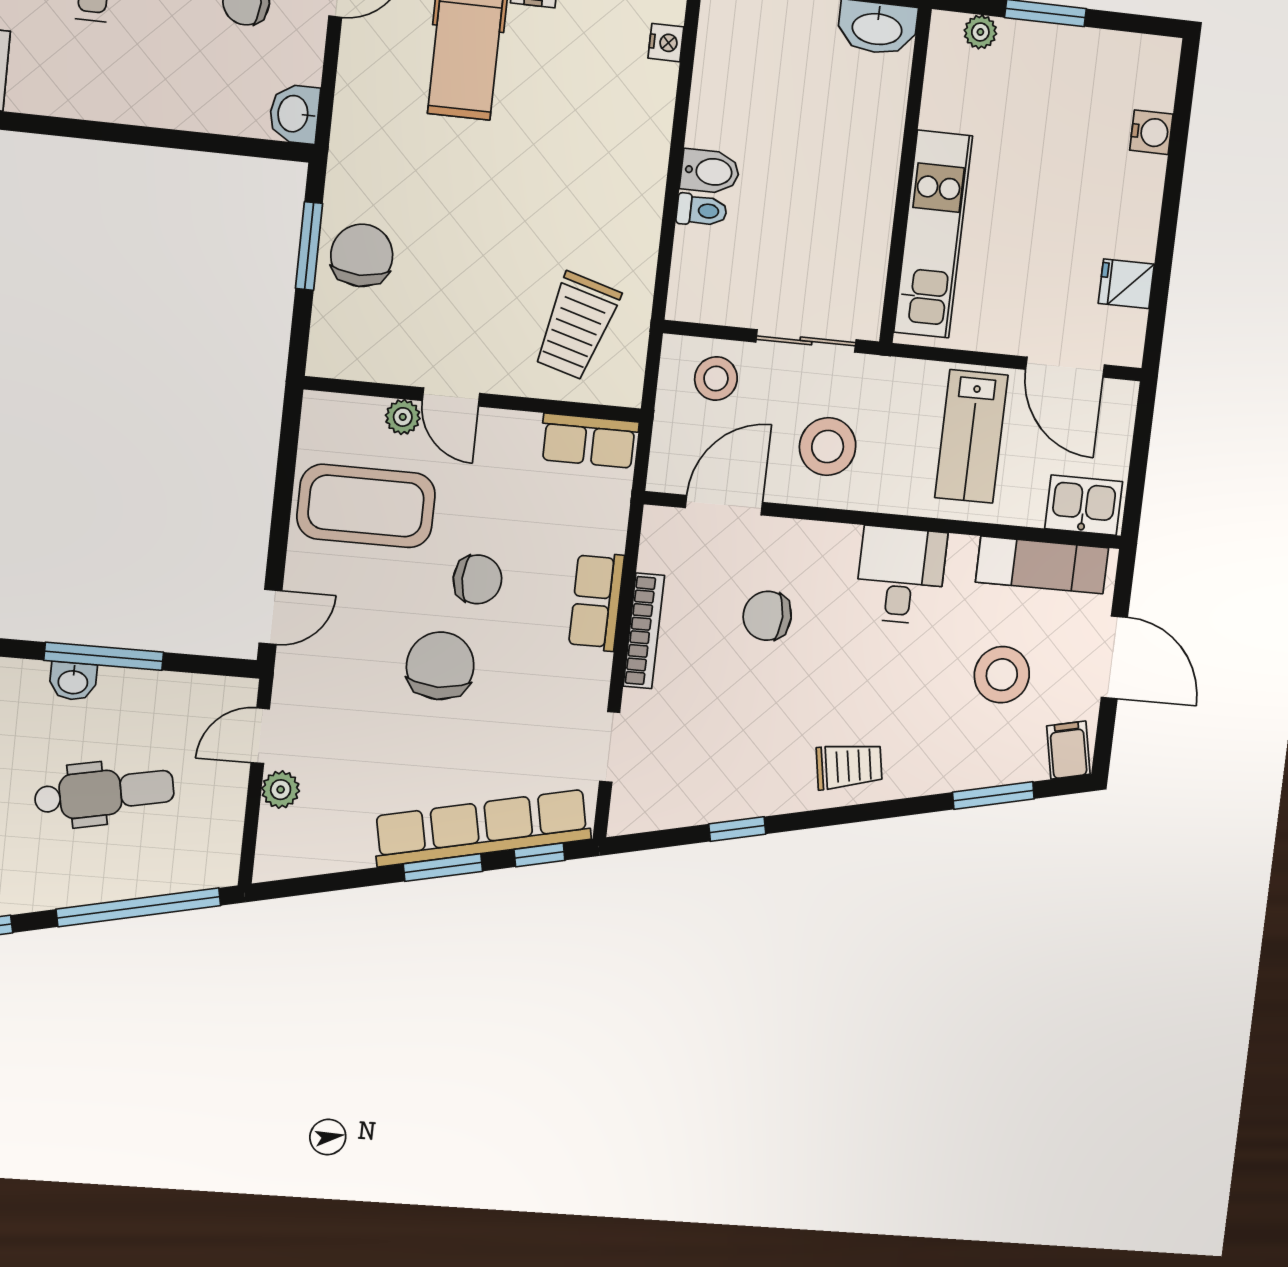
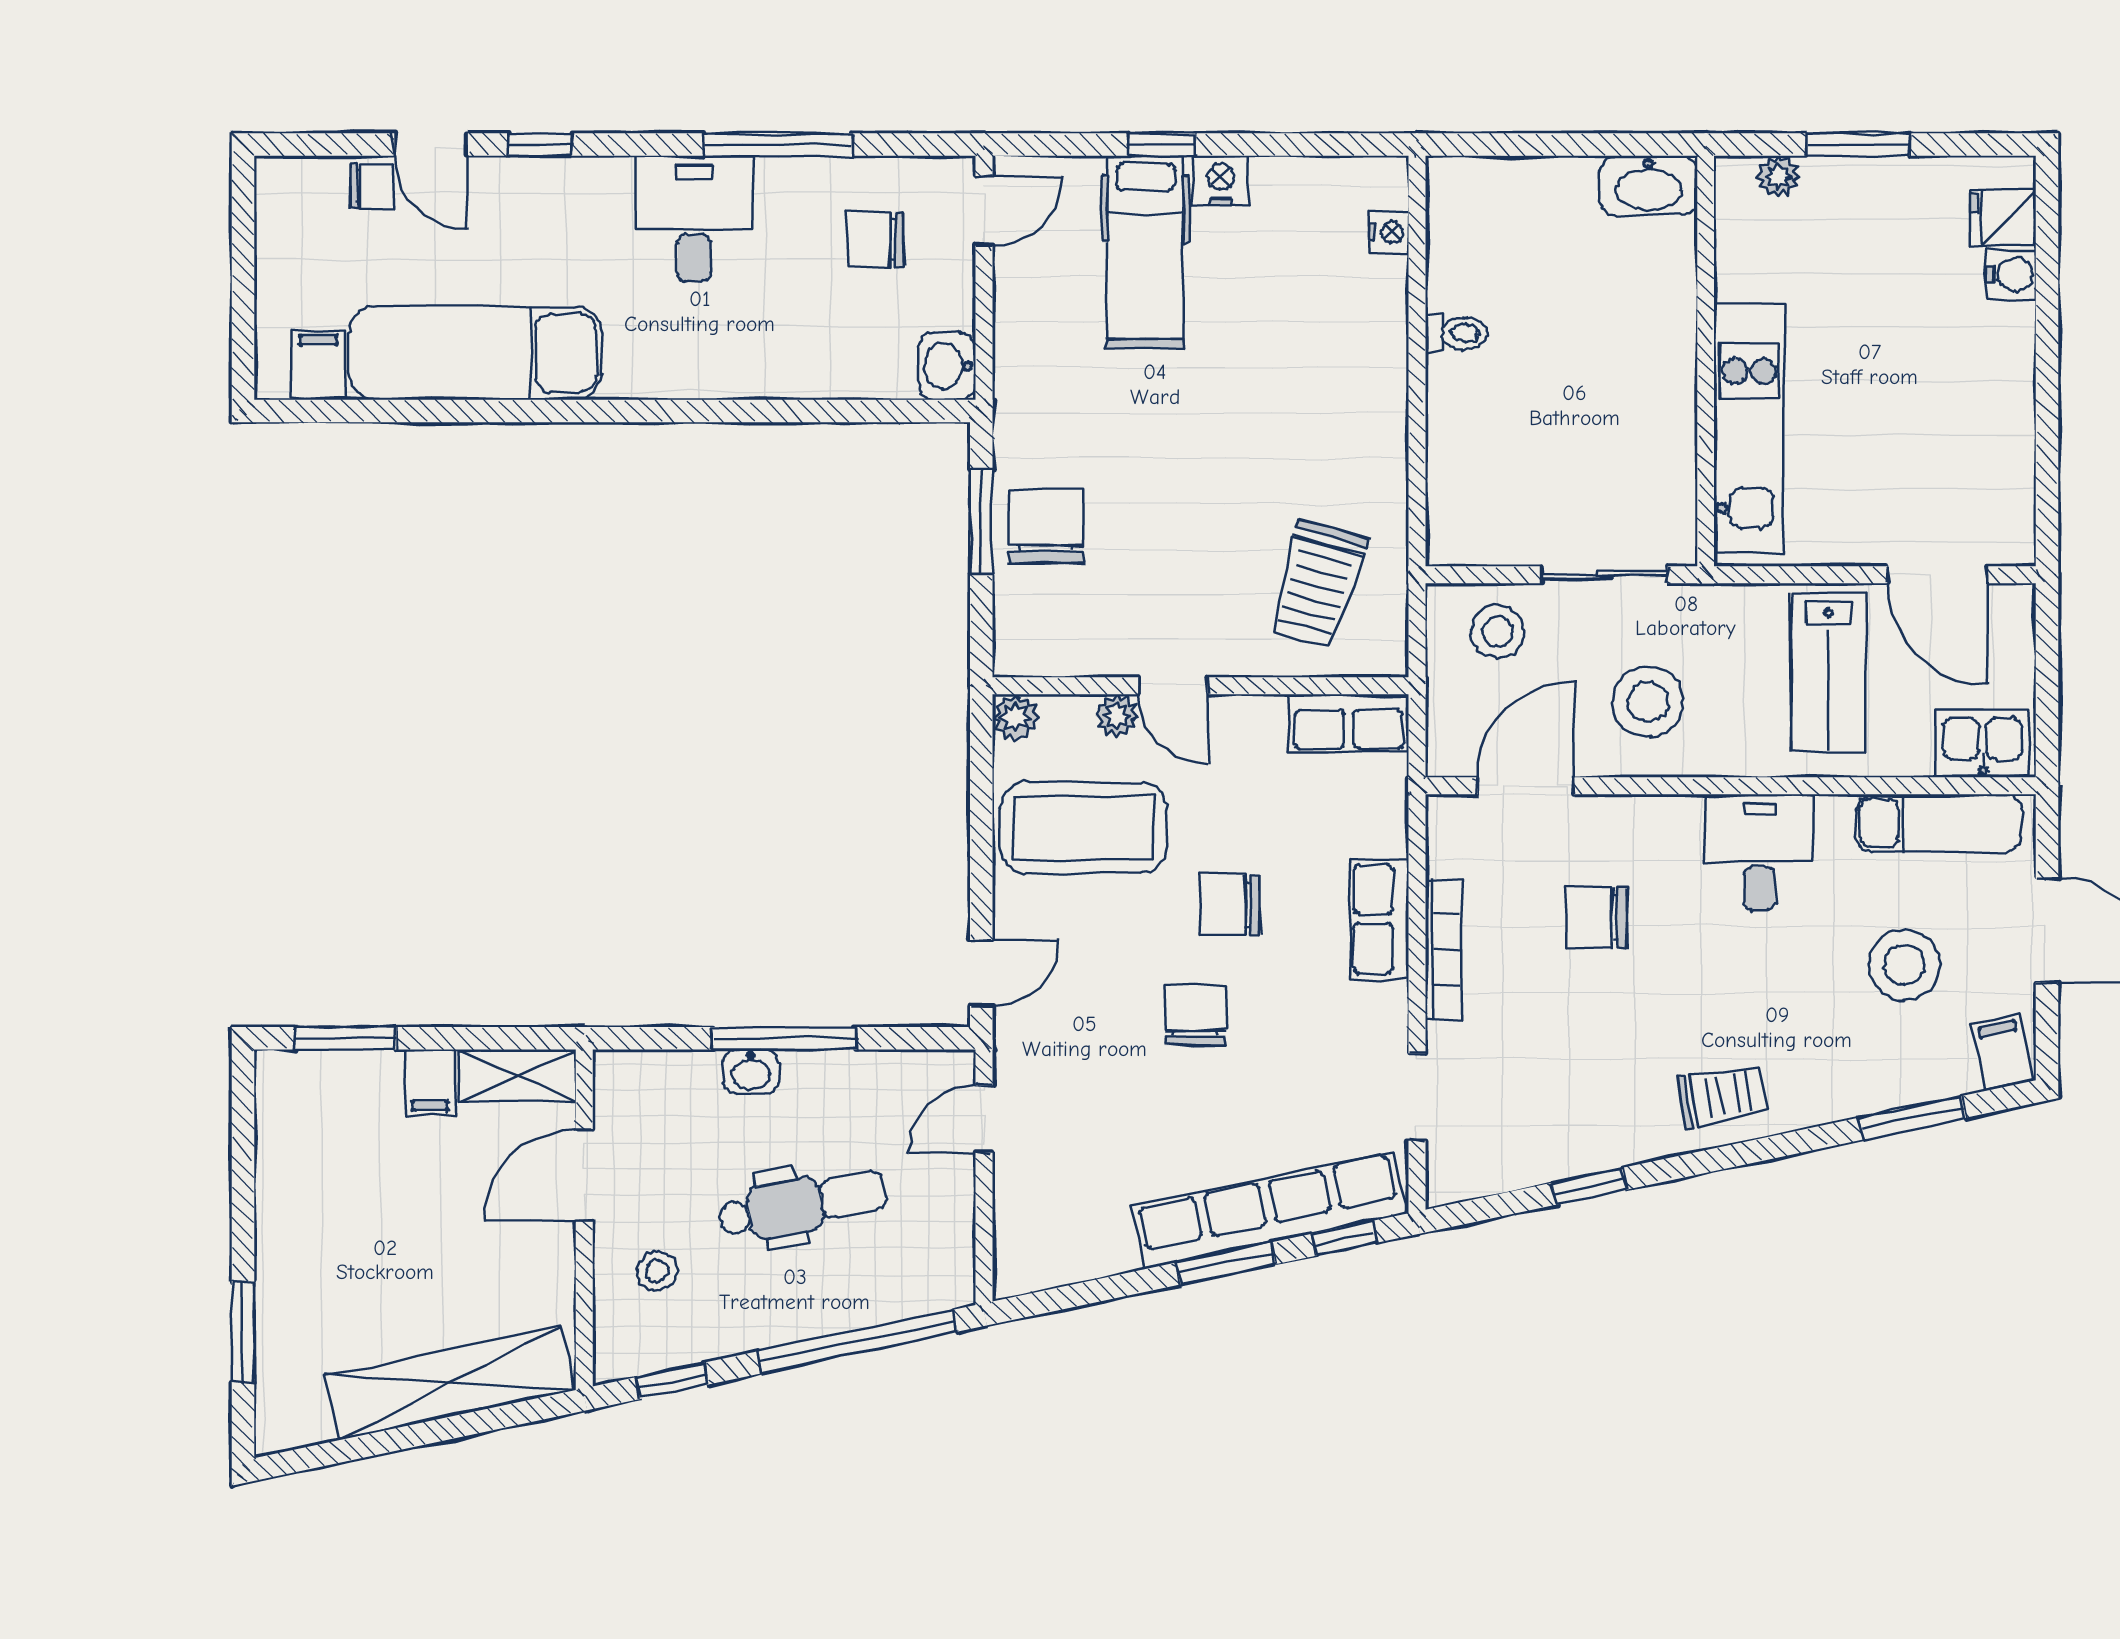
bidet: (710, 171) -> (1461, 381), removed
toilet: (702, 210) -> (1456, 333), moved
fridge: (1126, 284) -> (2003, 218), moved
chair: (477, 579) -> (1230, 905), turned 180
chair: (440, 666) -> (1195, 1015), width x0.73, depth x0.73
plant: (281, 790) -> (1016, 717), moved

